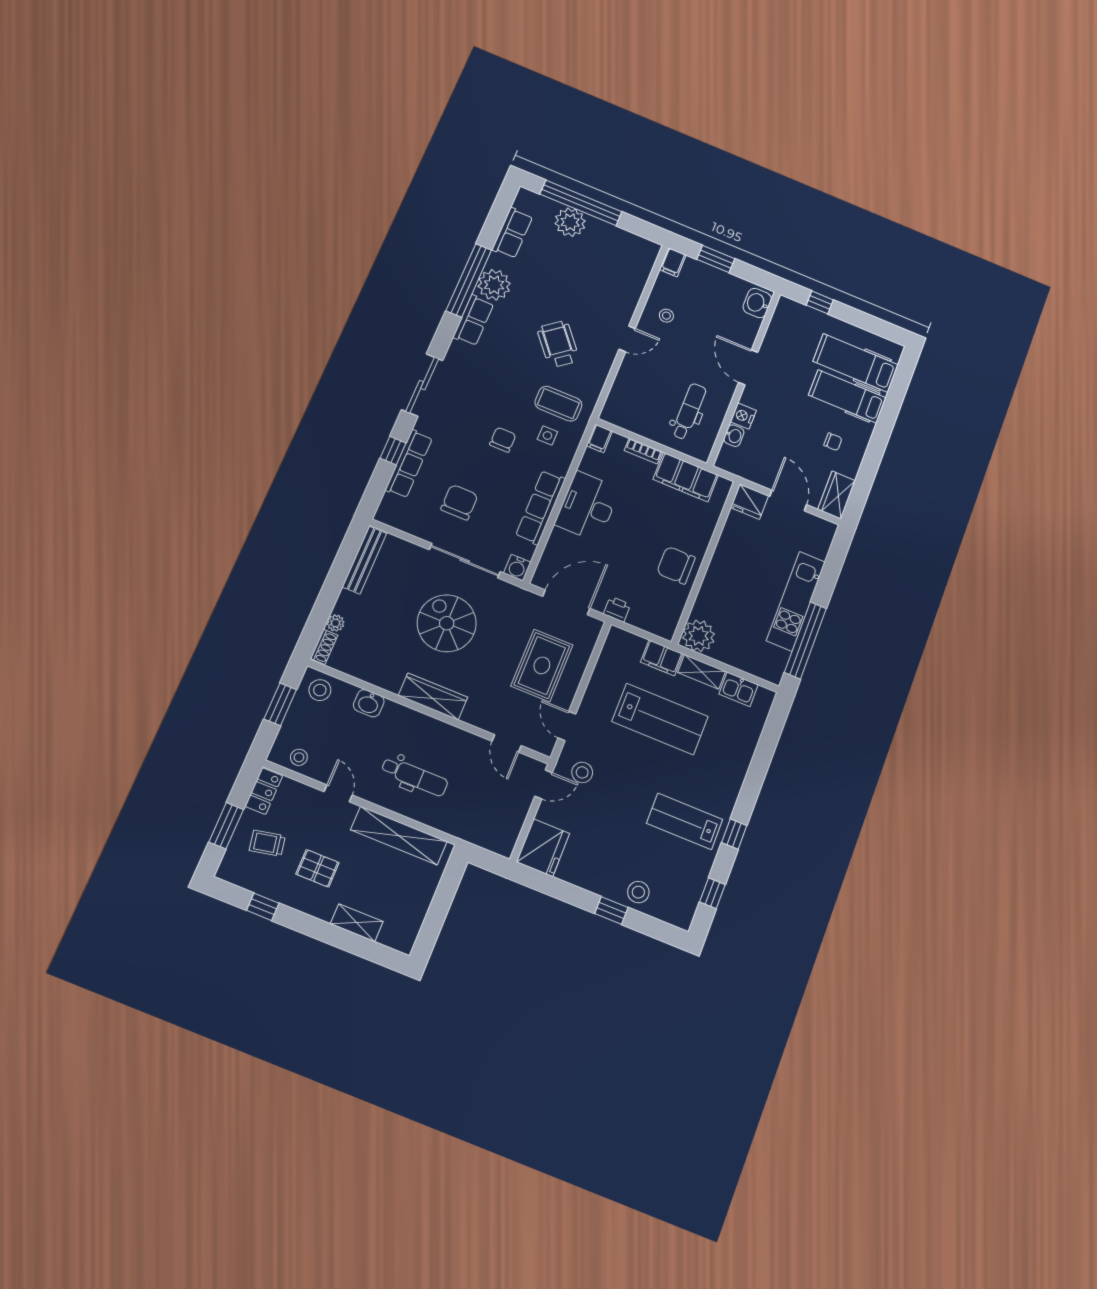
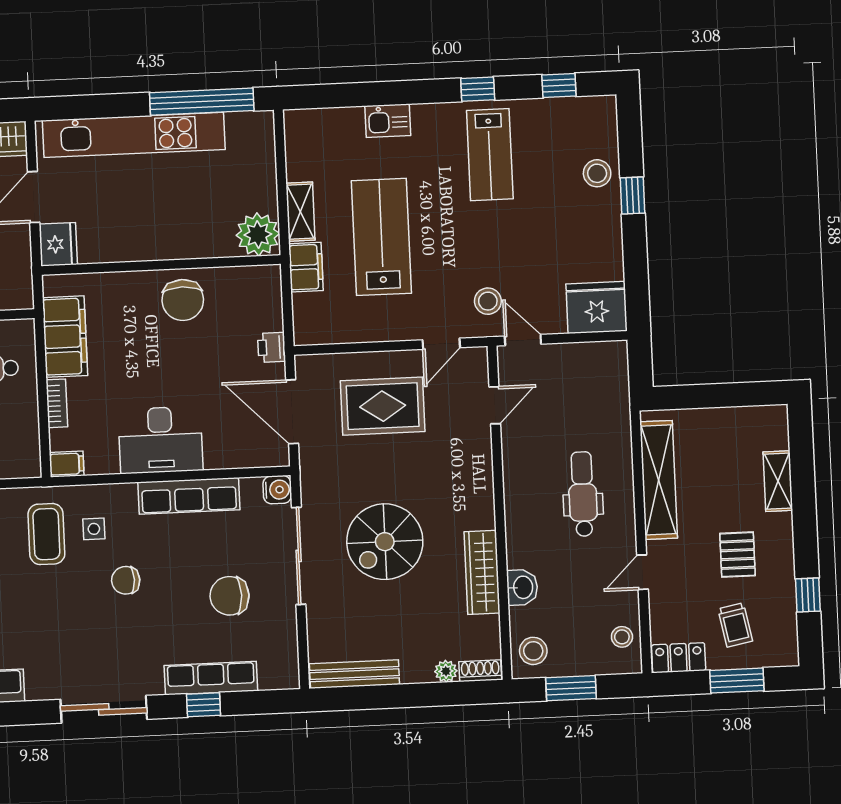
kitchen unit: (796, 601) -> (134, 135), width x1.36
kitchen sink: (739, 689) -> (388, 121), moved, turned 90
wardrobe: (433, 696) -> (482, 572), moved

